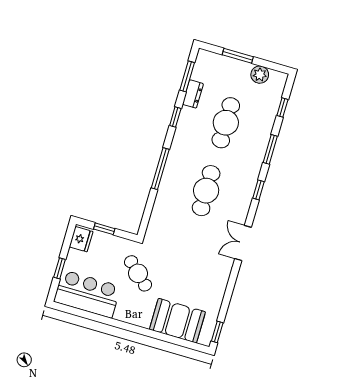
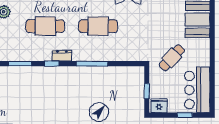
dresser: (193, 94) -> (62, 56), moved

